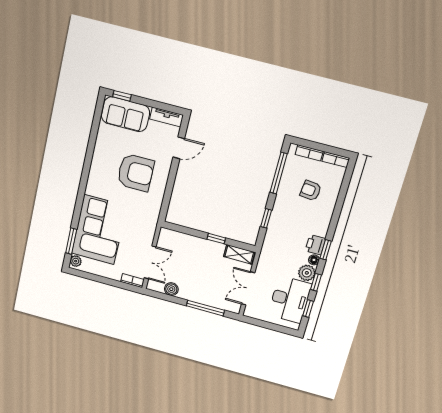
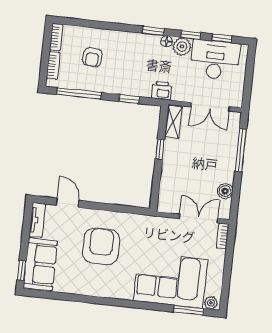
printer: (315, 245) -> (162, 91), moved, turned 180

